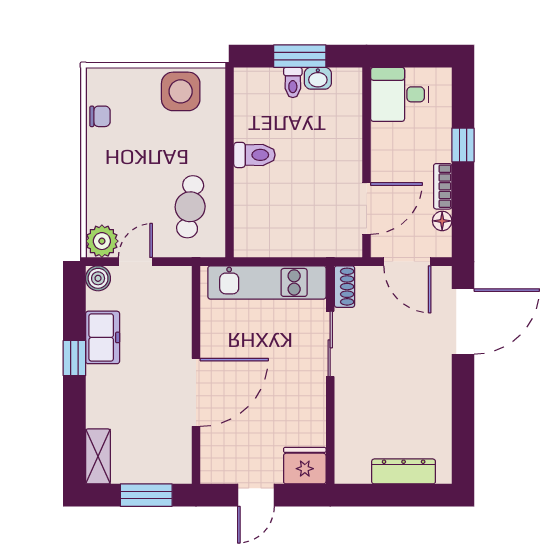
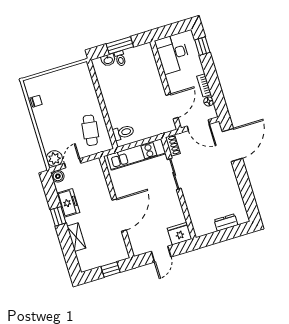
washbasin: (318, 78) -> (108, 60), moved
side table: (181, 91) -> (70, 78), removed
desk: (400, 94) -> (173, 54), width x1.37
window: (463, 145) -> (202, 46), moved
toilet: (254, 155) -> (123, 132), moved
shelving: (98, 456) -> (76, 237), moved
dresser: (404, 471) -> (226, 222), width x0.70
window: (146, 495) -> (110, 269), width x0.67

